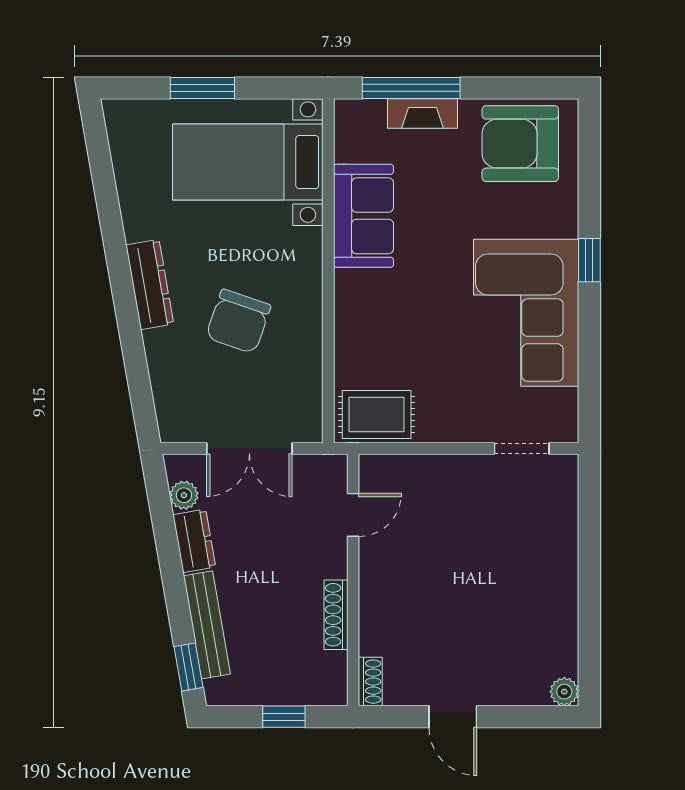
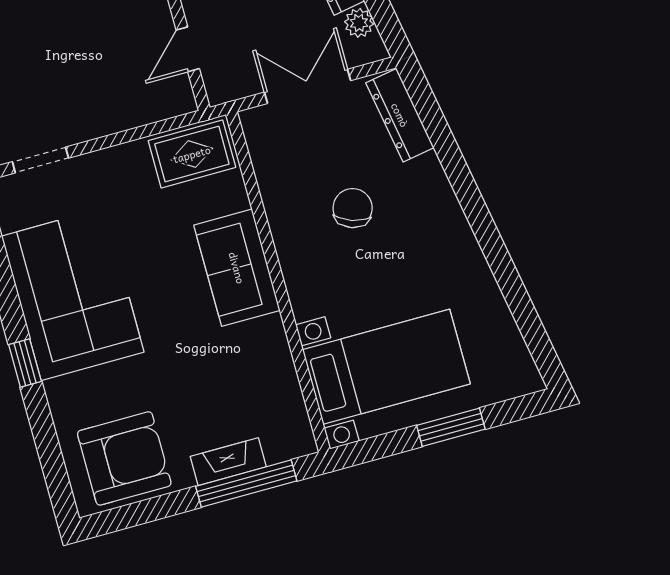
sofa: (364, 216) -> (237, 268), moved
dresser: (150, 284) -> (400, 115), moved
chair: (238, 321) -> (353, 208), width x0.73, depth x0.73

